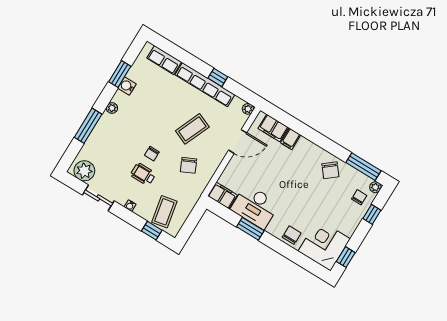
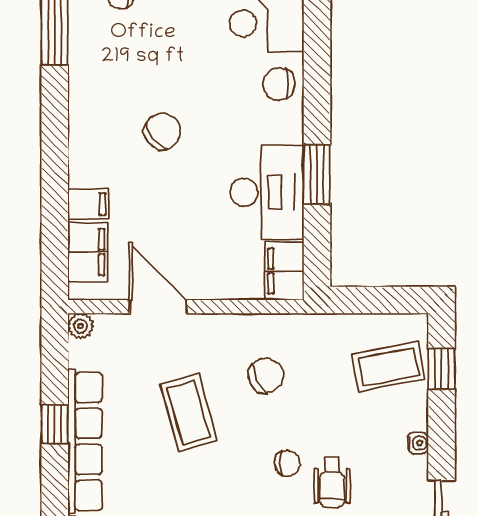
coffee table: (192, 129) -> (189, 413), turned 51
chair: (330, 170) -> (162, 131), moved
wheelchair: (143, 174) -> (332, 482), moved

